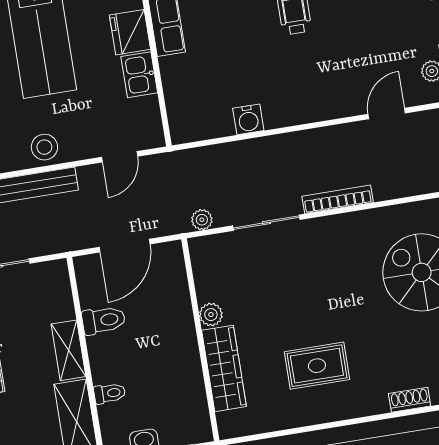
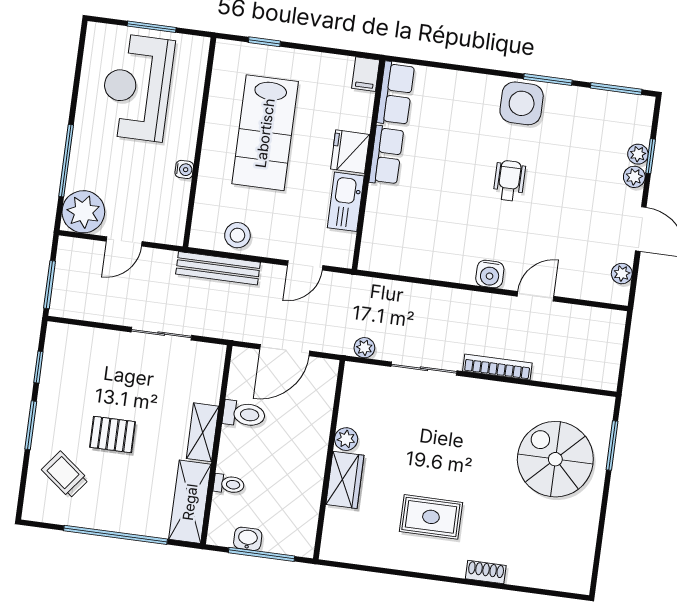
kitchen sink: (139, 75) -> (346, 202), width x1.38
door: (387, 114) -> (535, 296), moved
water cooler: (248, 119) -> (490, 274), moved
wardrobe: (224, 368) -> (345, 480), width x0.67
shoe rack: (410, 400) -> (486, 572), moved

